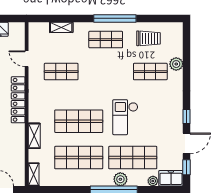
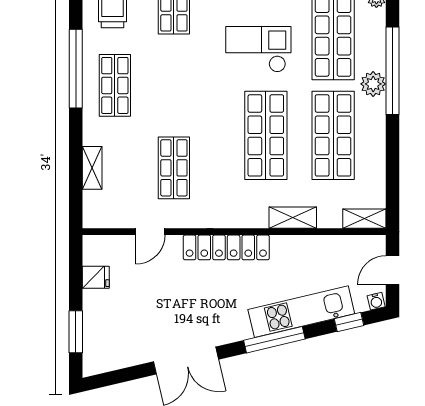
checkout: (125, 117) -> (258, 49), turned 180
plant: (120, 179) -> (373, 84), moved

